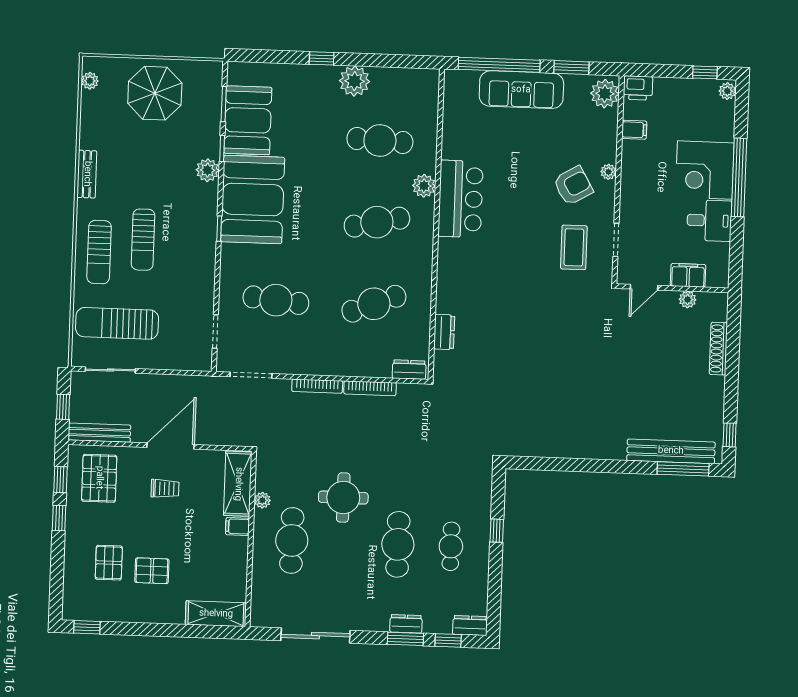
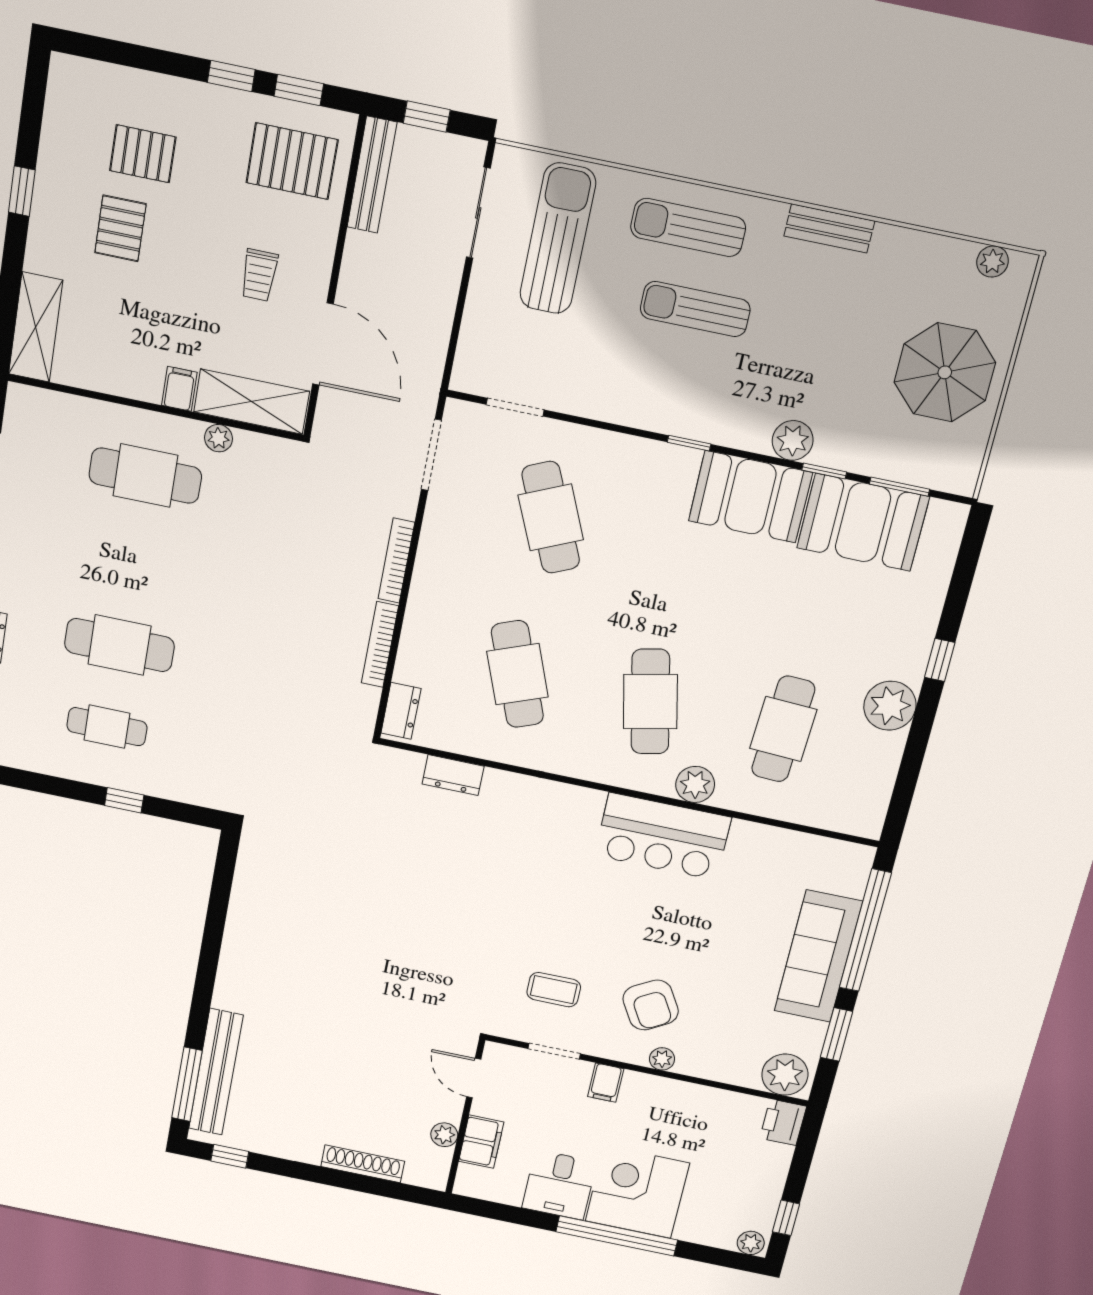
filing cabinet: (634, 130) -> (606, 1083), moved
booth: (253, 199) -> (750, 497), width x0.73, depth x0.70
coffee table: (574, 247) -> (554, 990), width x0.73, depth x0.77
cafe table: (276, 300) -> (551, 517), turned -30
door: (171, 446) -> (323, 344), moved
round table: (343, 497) -> (206, 571), removed
window: (87, 627) -> (22, 191), moved

